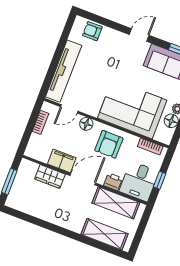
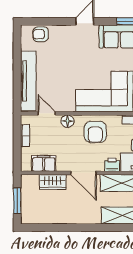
door: (69, 109) -> (47, 113), swing flipped
filing cabinet: (62, 161) -> (44, 163), moved
door: (83, 179) -> (84, 173), swing flipped

